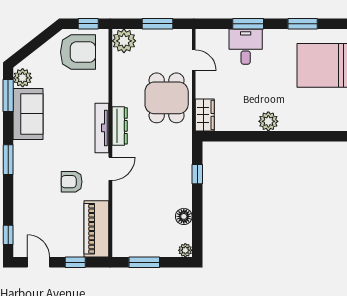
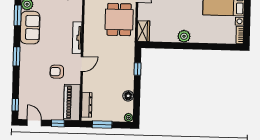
dresser: (120, 126) -> (87, 105), moved

